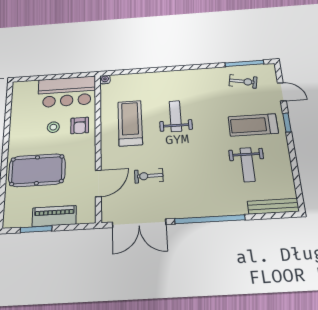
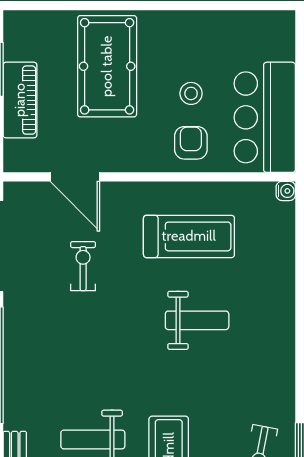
armchair: (80, 125) -> (191, 143), turned 90

